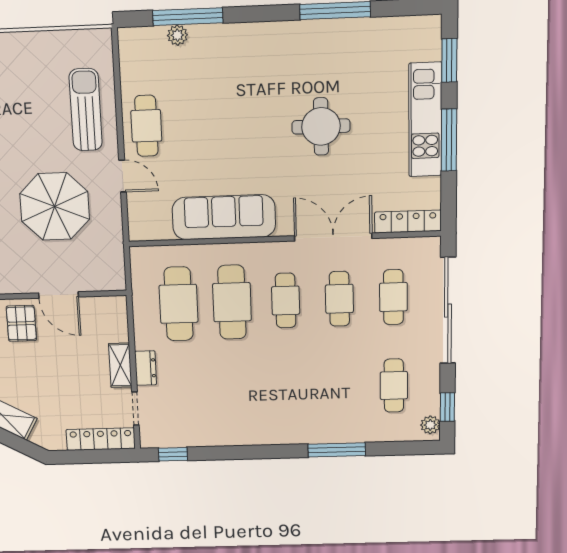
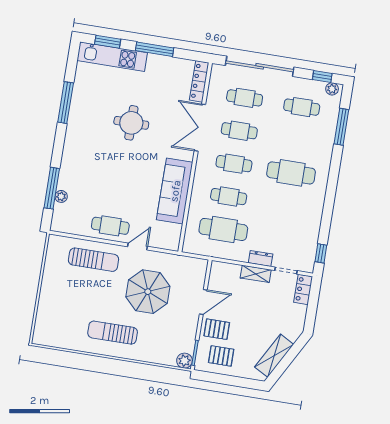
sun lounger: (86, 110) -> (94, 260), turned 180
kitchen unit: (425, 120) -> (112, 57), moved
cafe table: (232, 302) -> (229, 197), width x0.73, depth x0.74
cafe table: (288, 389) -> (291, 173), added
locker: (101, 439) -> (303, 289), width x0.66
window: (337, 450) -> (341, 127), moved

